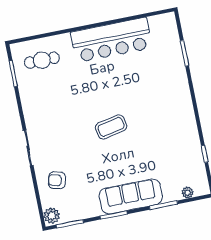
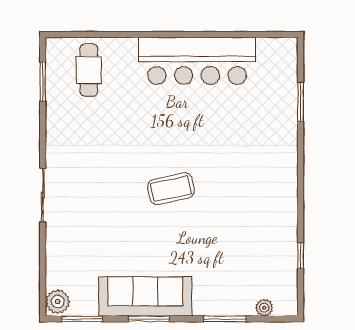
cafe table: (42, 60) -> (89, 70), turned 90
armchair: (57, 180) -> (76, 251), removed
sofa: (131, 196) -> (145, 296), moved

